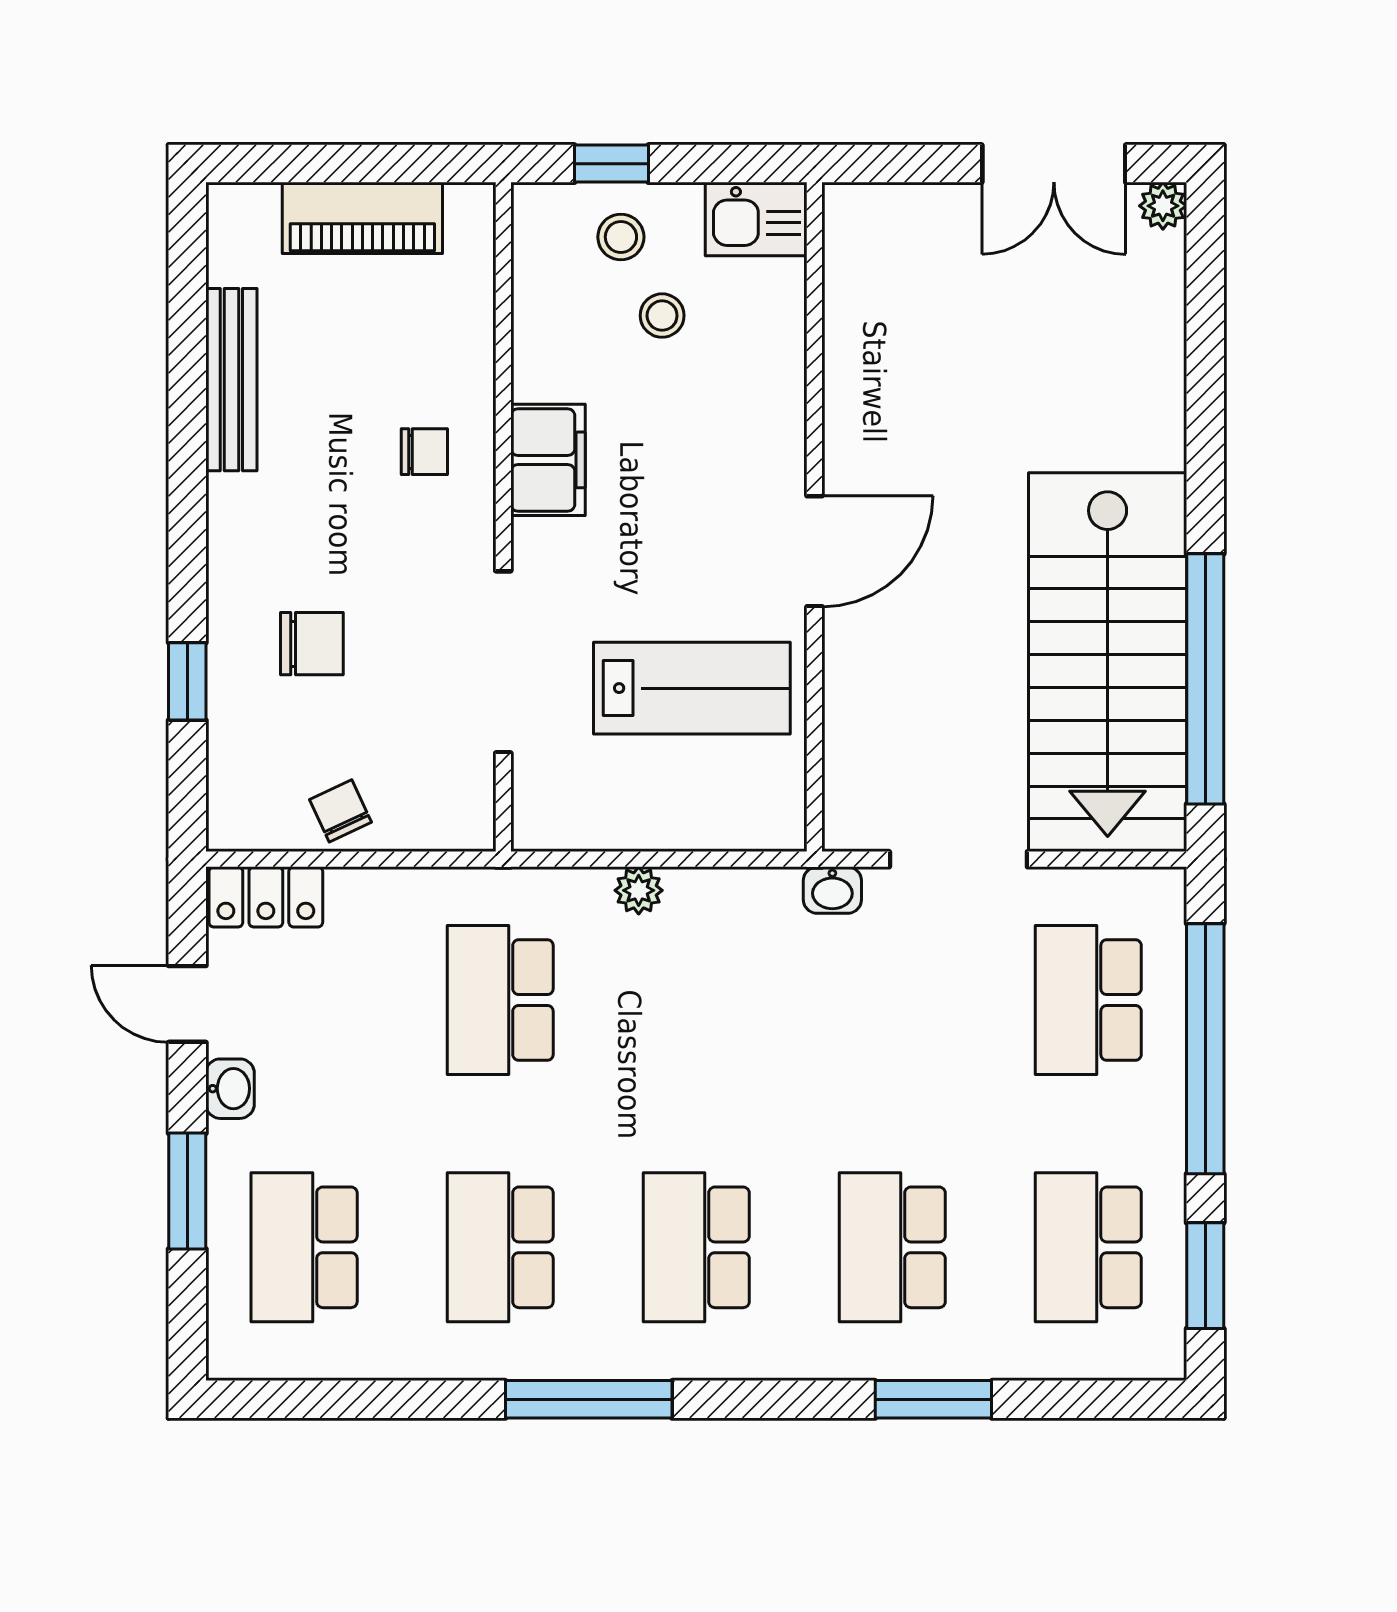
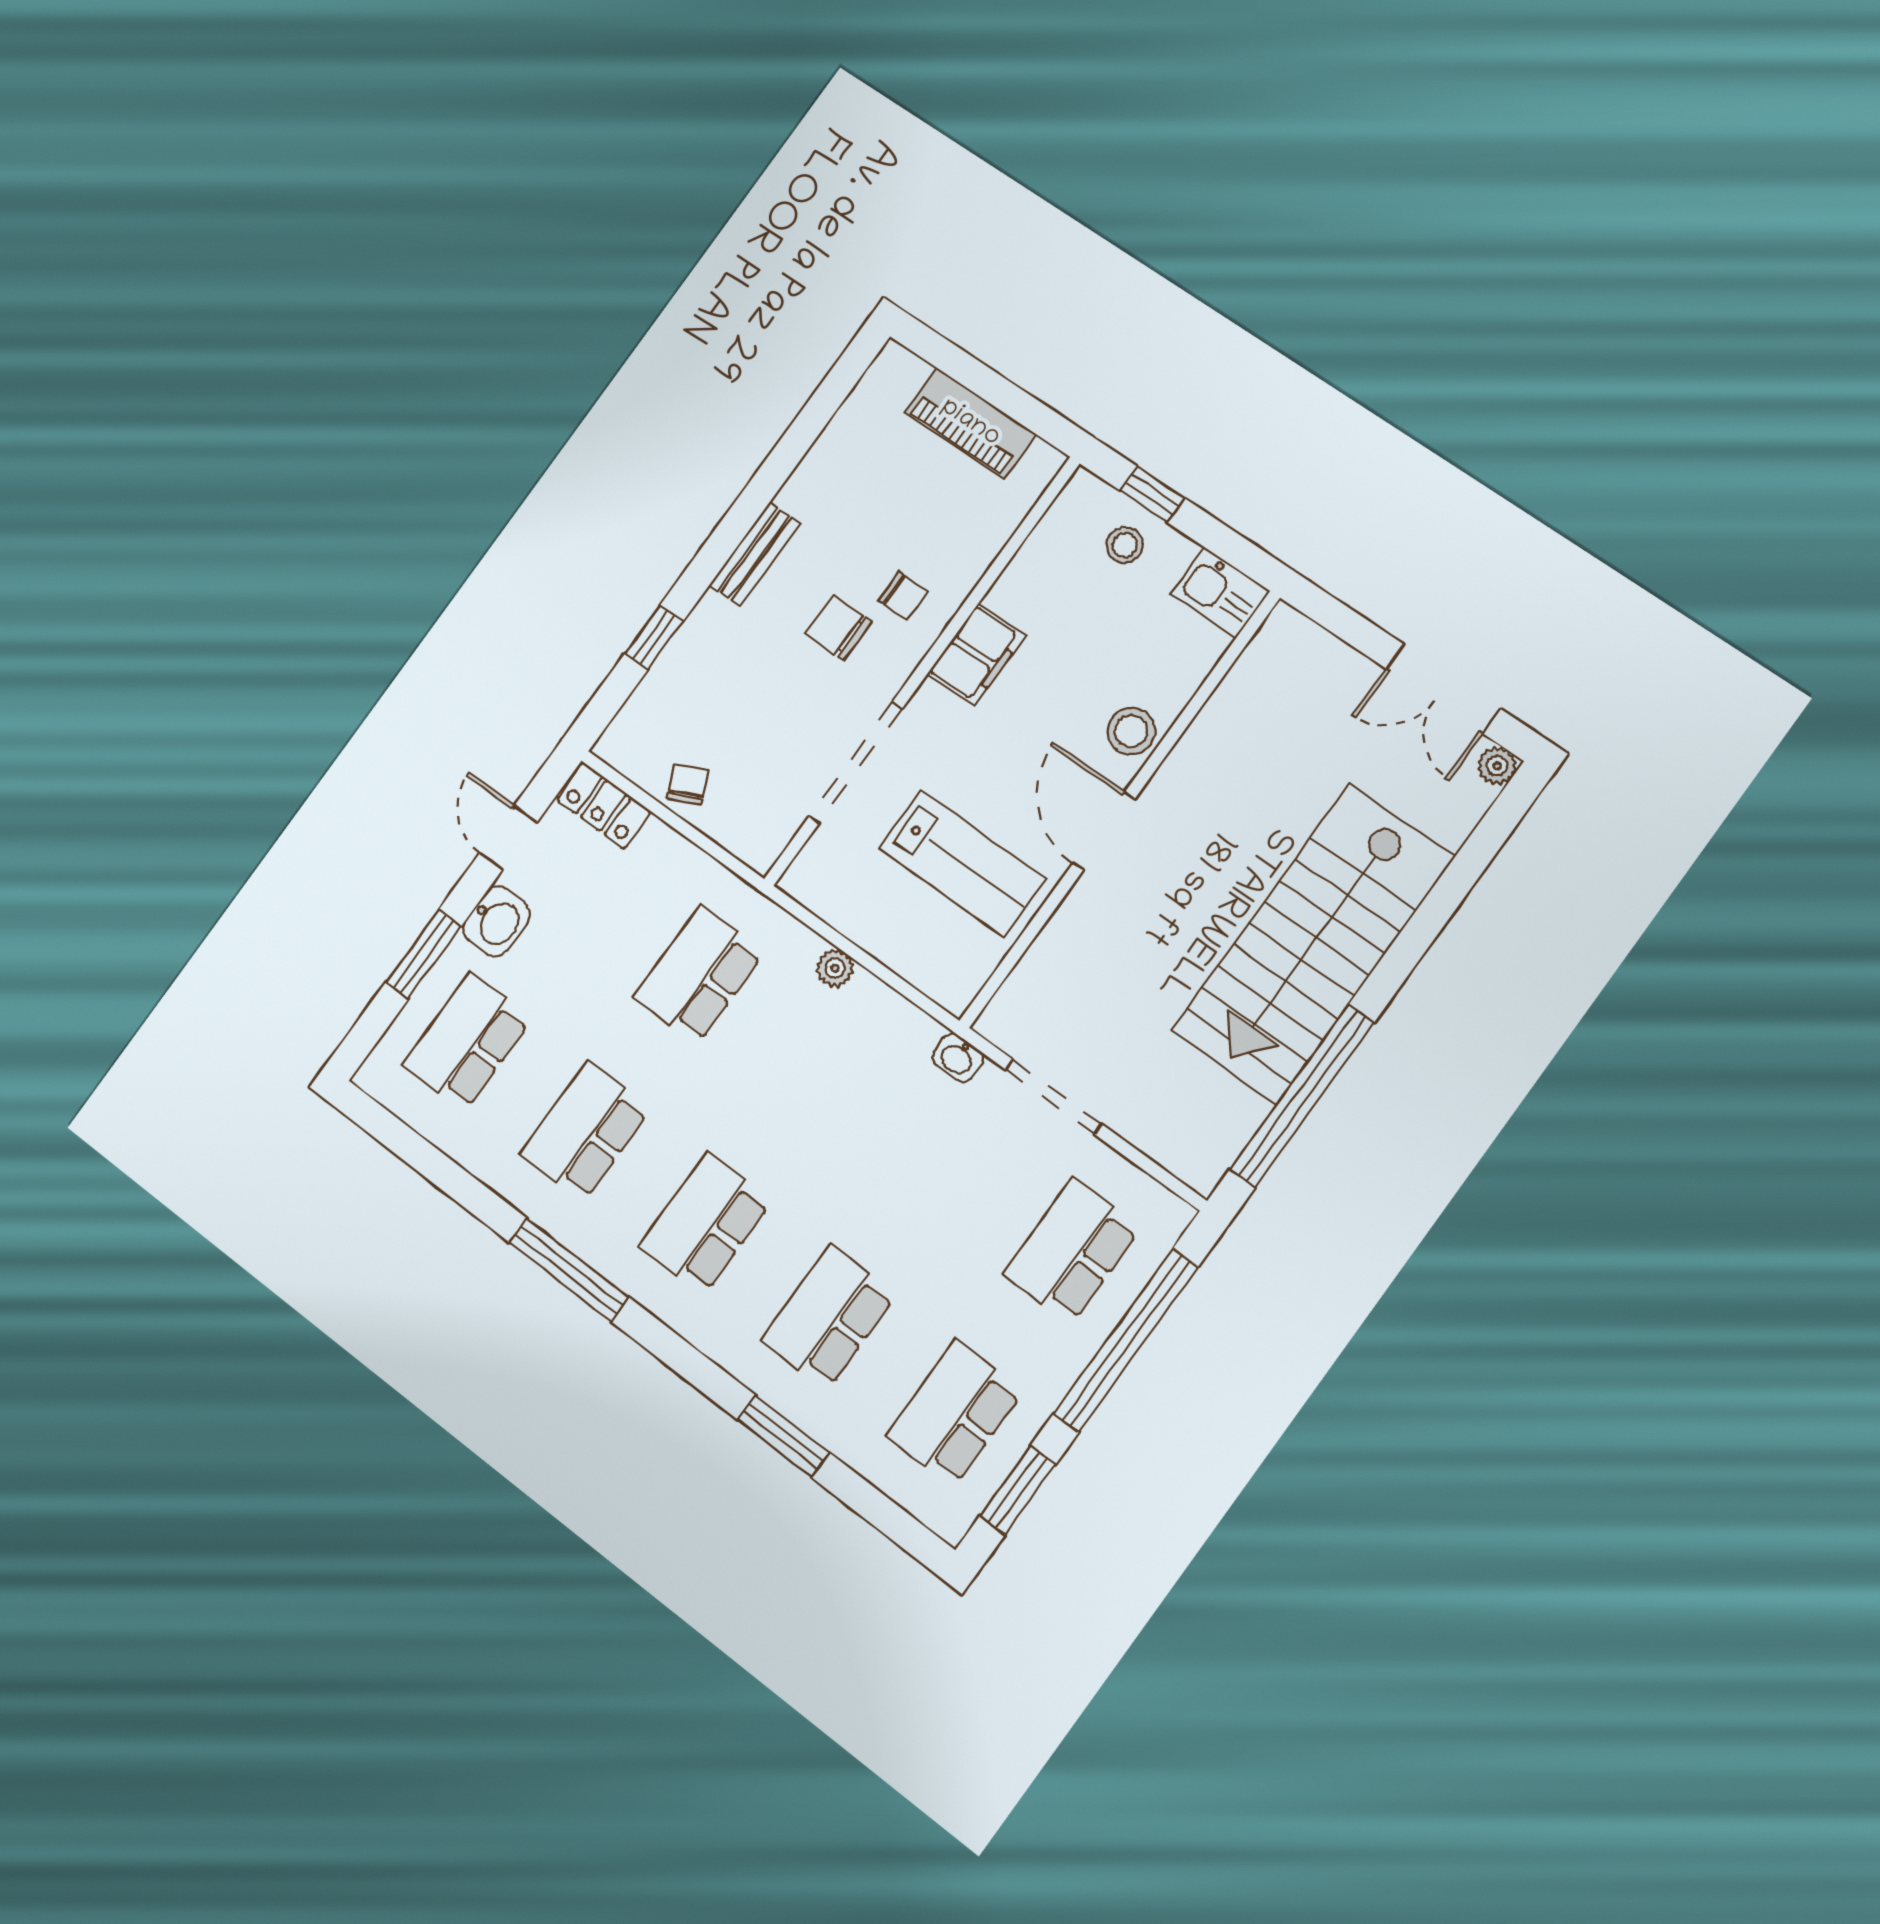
stool: (662, 316) -> (1131, 731), moved, width x1.37, depth x1.37
bench: (231, 380) -> (755, 554), moved, width x0.73
door: (814, 551) -> (1104, 831), swing flipped
chair: (312, 644) -> (838, 628), moved, turned 180
stairs: (1108, 662) -> (1313, 943), moved
washbasin: (230, 1089) -> (497, 921), width x1.38, depth x1.45

